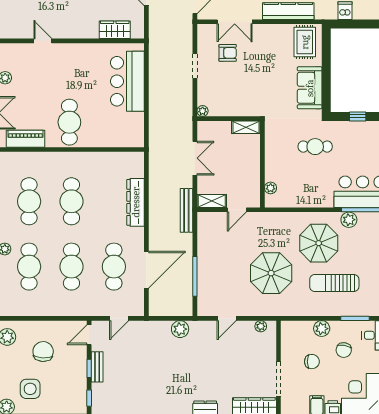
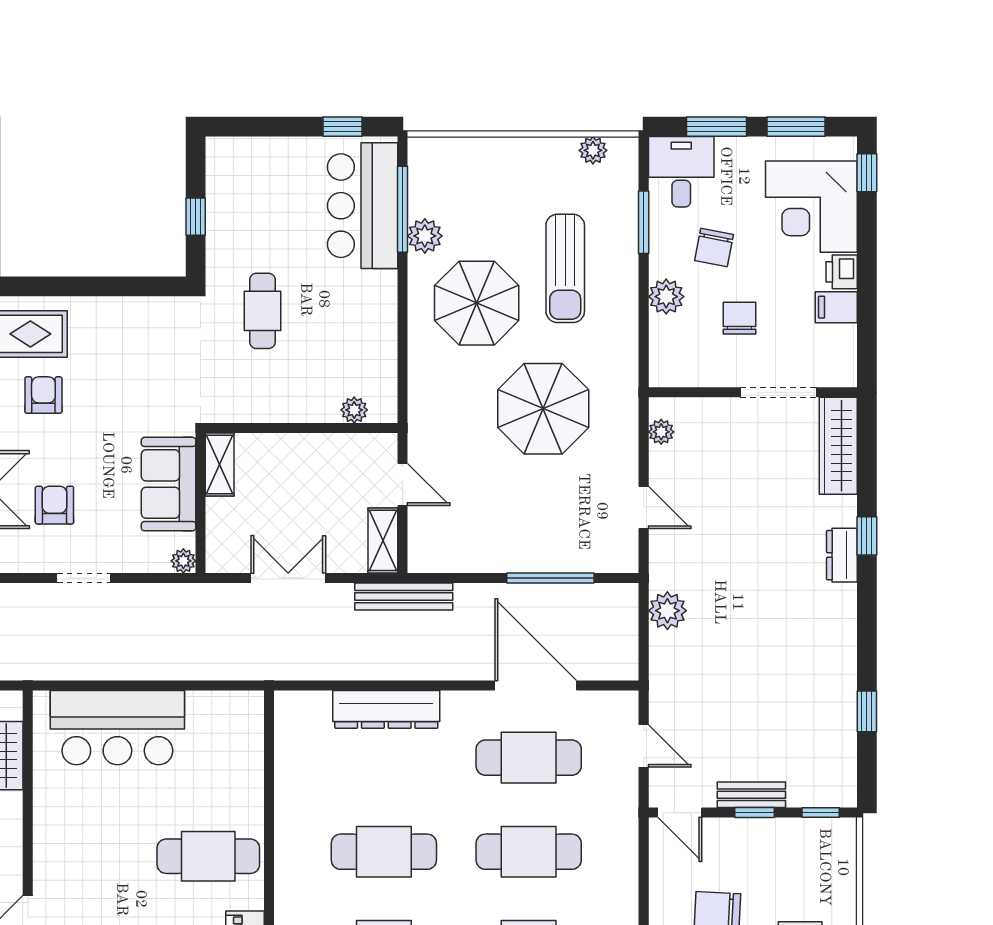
armchair: (277, 48) -> (43, 395), added
sofa: (310, 88) -> (169, 484), moved, turned 90
chair: (344, 350) -> (714, 248), turned 92

